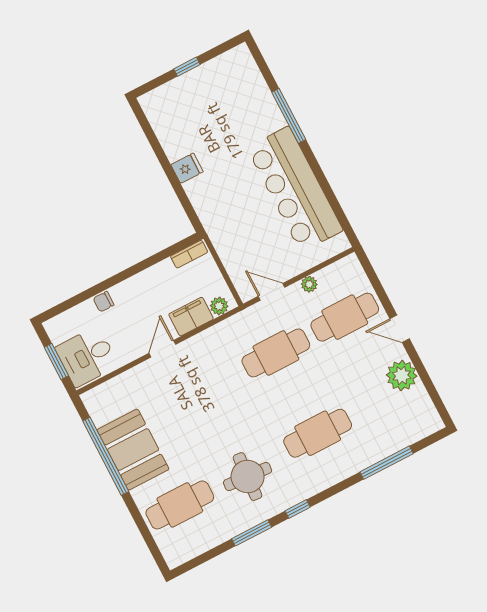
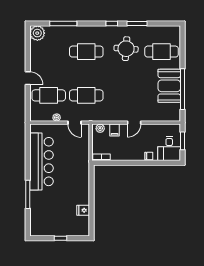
fridge: (187, 168) -> (83, 210), moved
filing cabinet: (191, 317) -> (115, 130), width x0.50
desk: (87, 357) -> (169, 149), moved, turned 90
plant: (402, 376) -> (37, 33), moved

